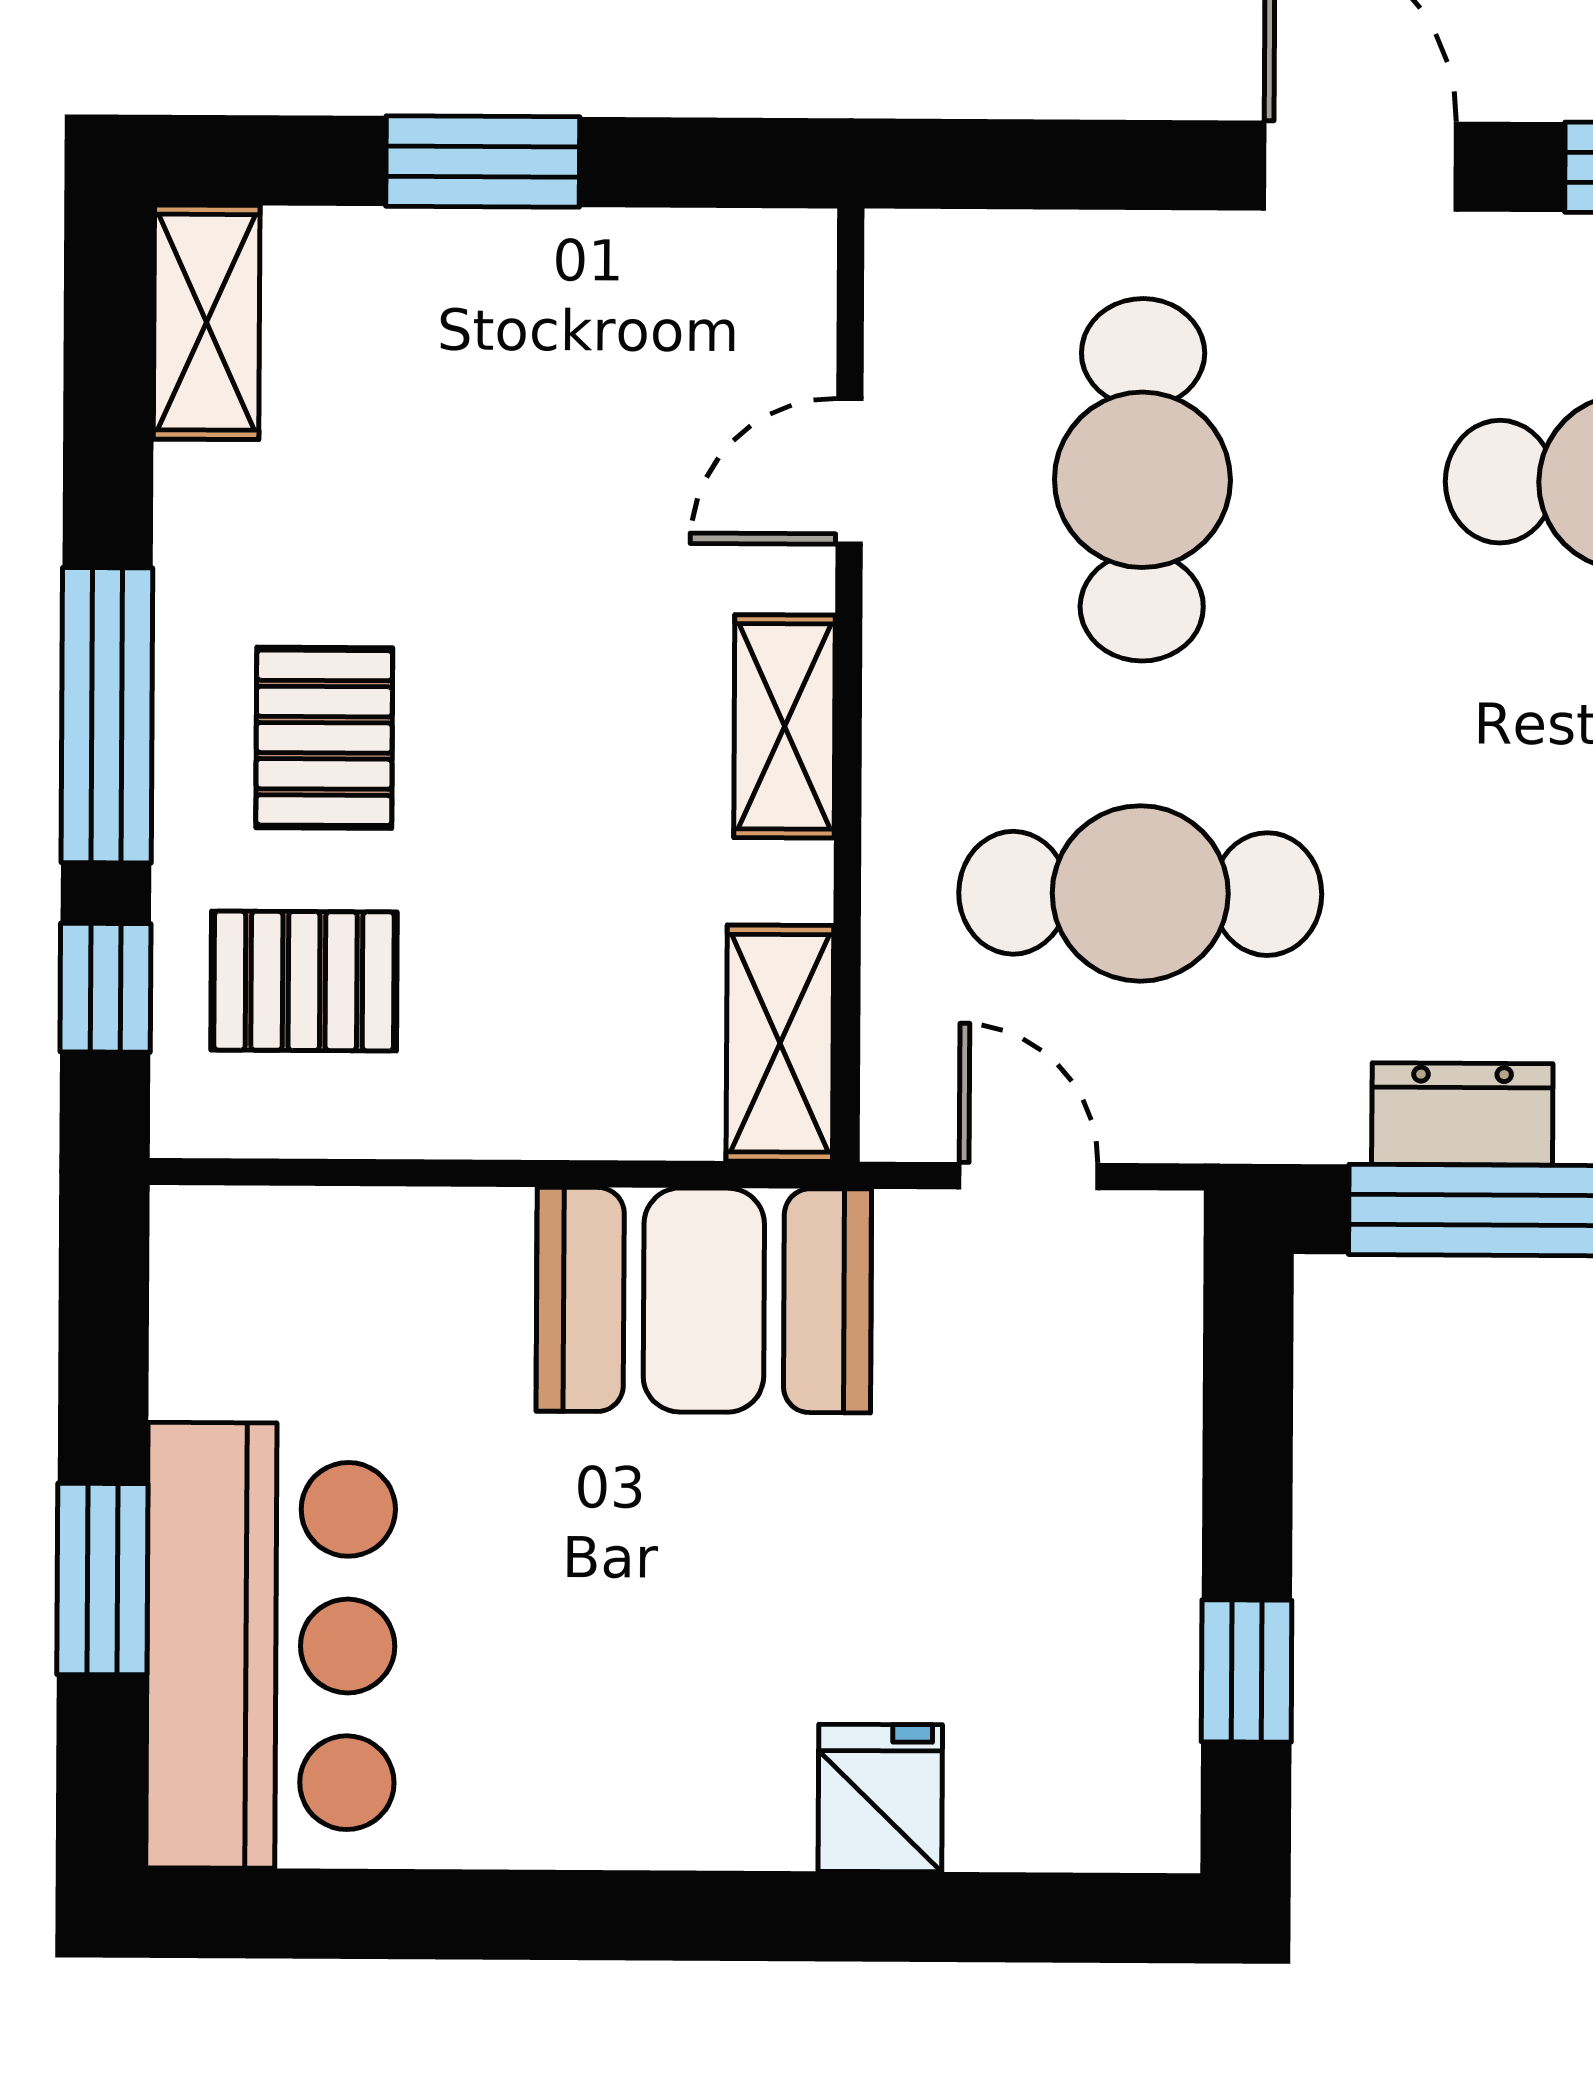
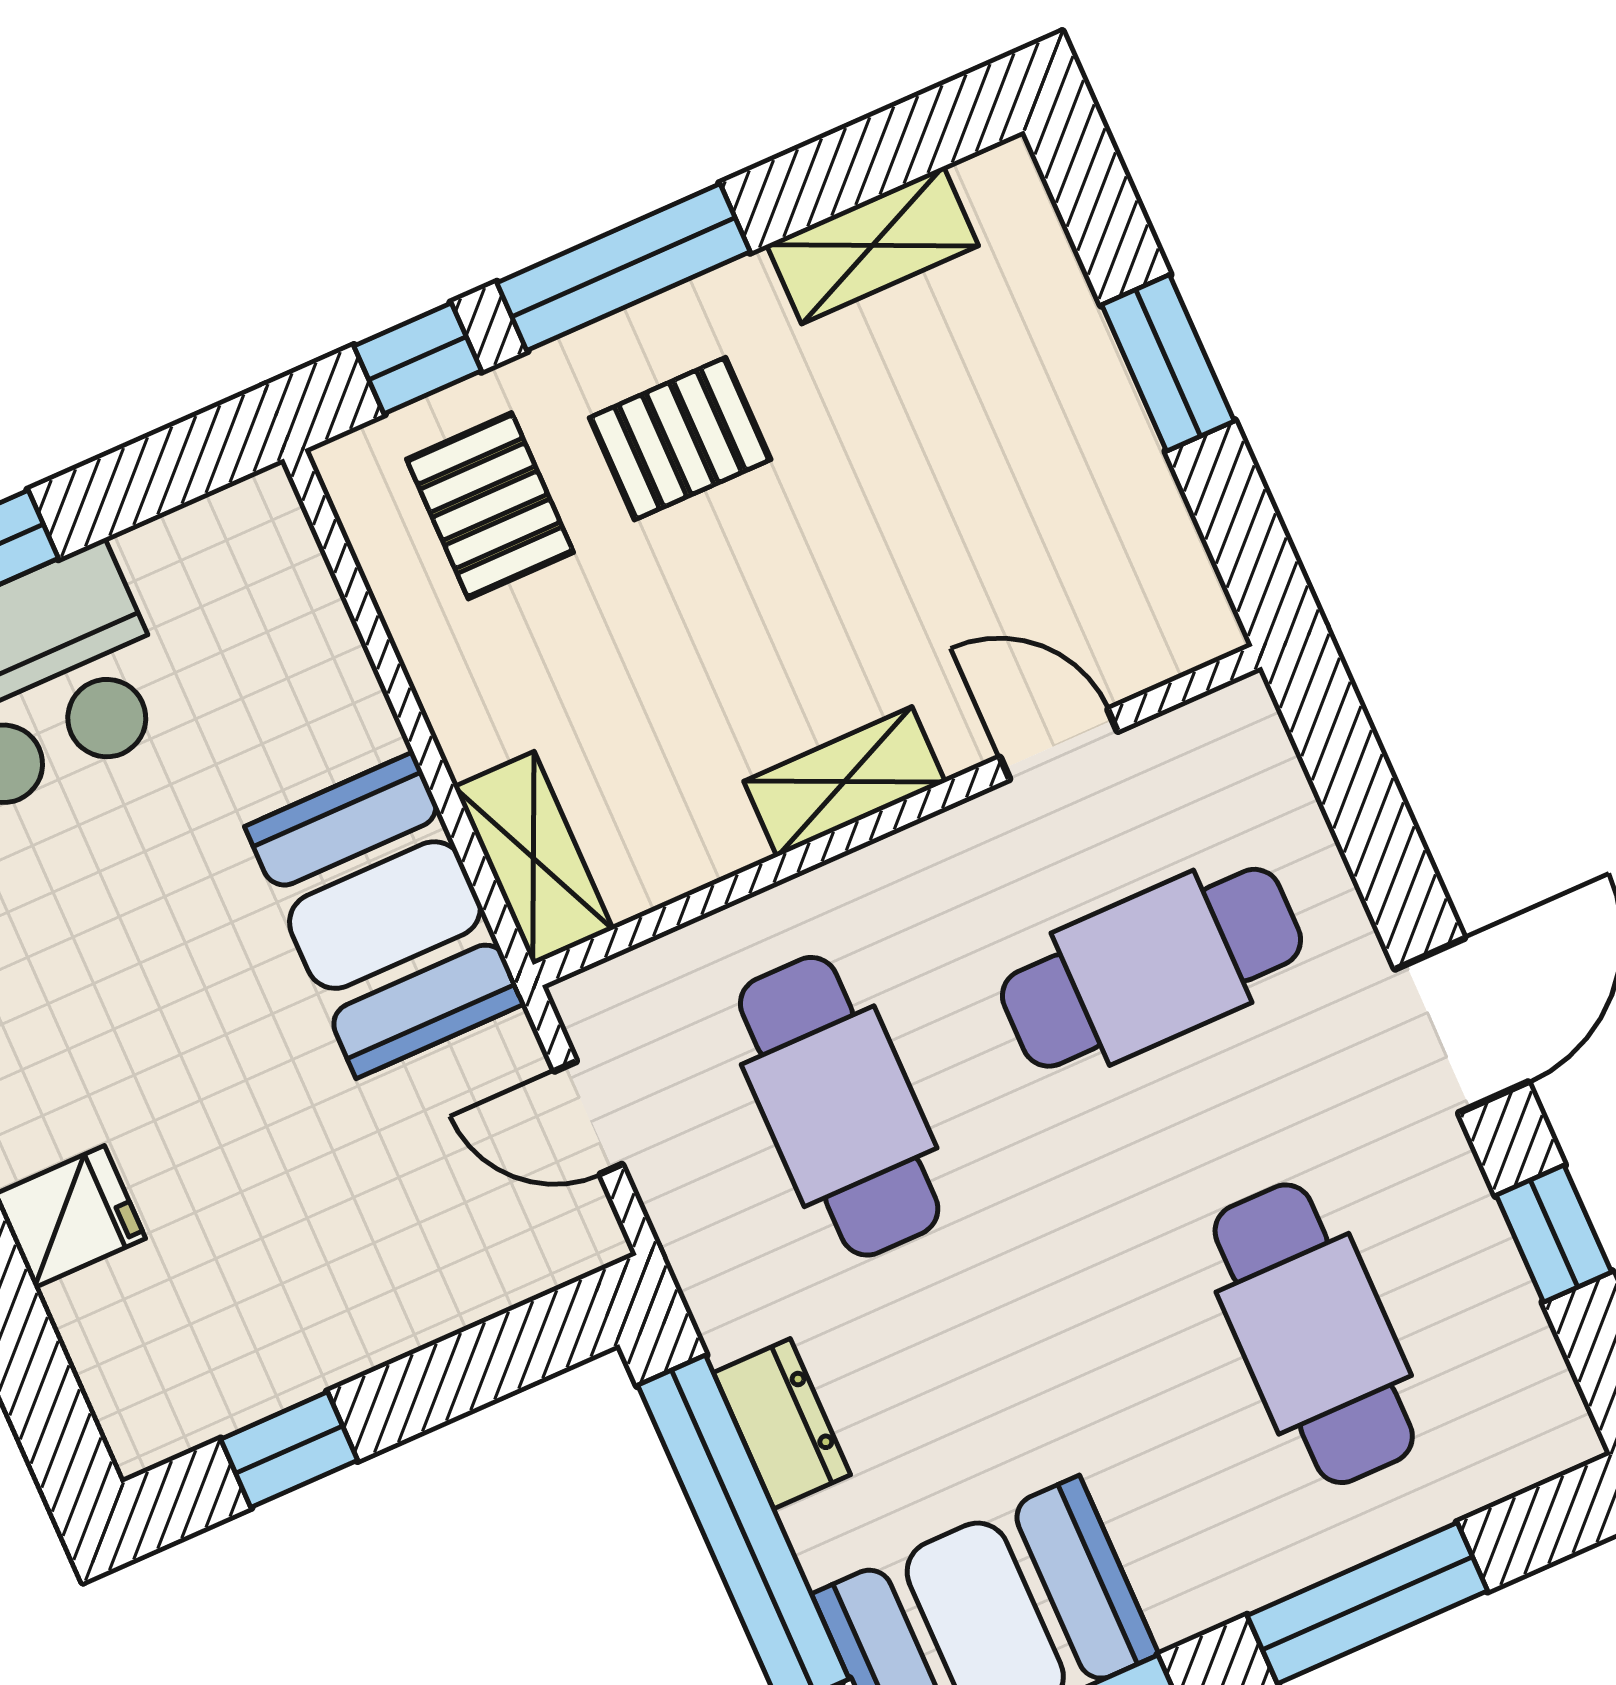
shelving: (207, 322) -> (872, 245), moved
shelving: (780, 1043) -> (533, 858), moved, turned 90
door: (1028, 1176) -> (588, 1118), swing flipped

